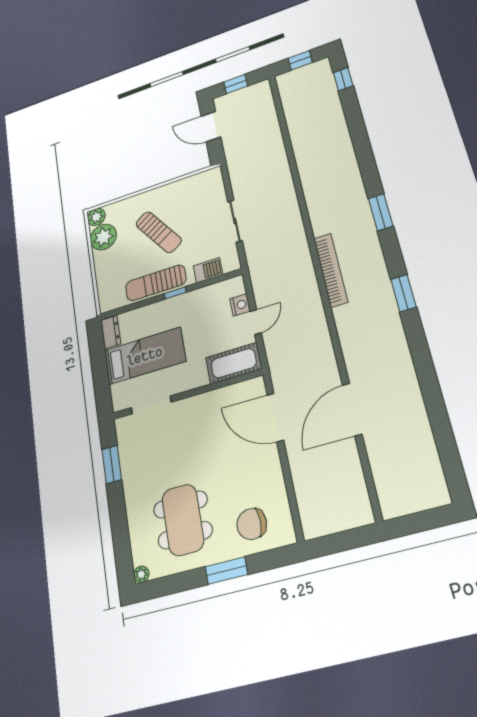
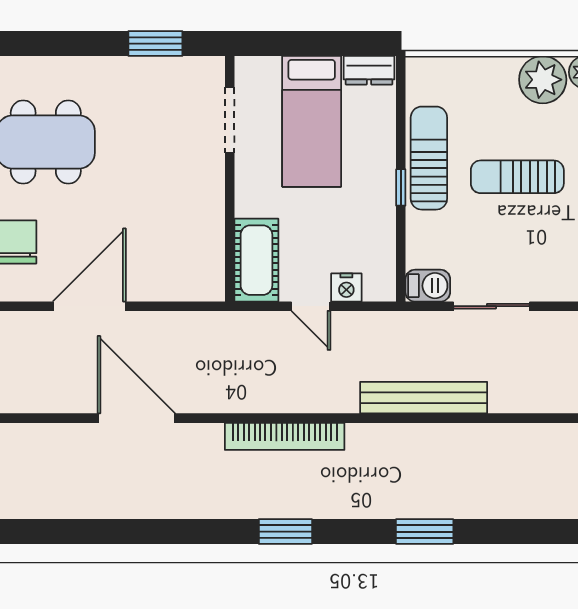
sun lounger: (159, 232) -> (517, 177), turned 34
bench: (298, 240) -> (424, 398), added
barbecue: (208, 270) -> (428, 286), moved, turned -90
bookcase: (331, 270) -> (285, 436), moved
door: (275, 418) -> (89, 306), moved

